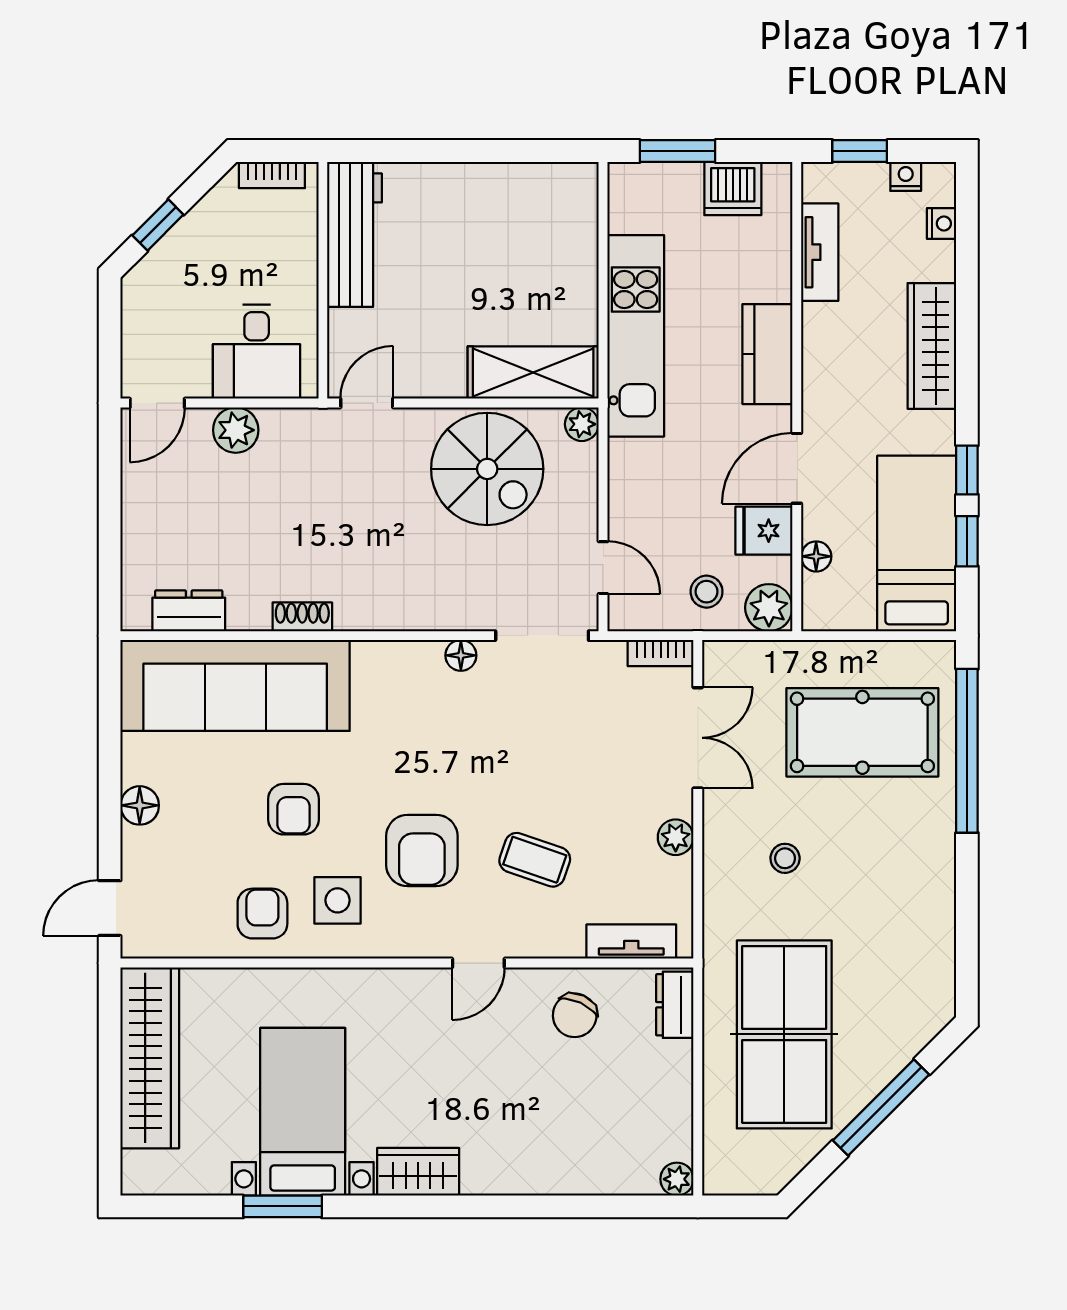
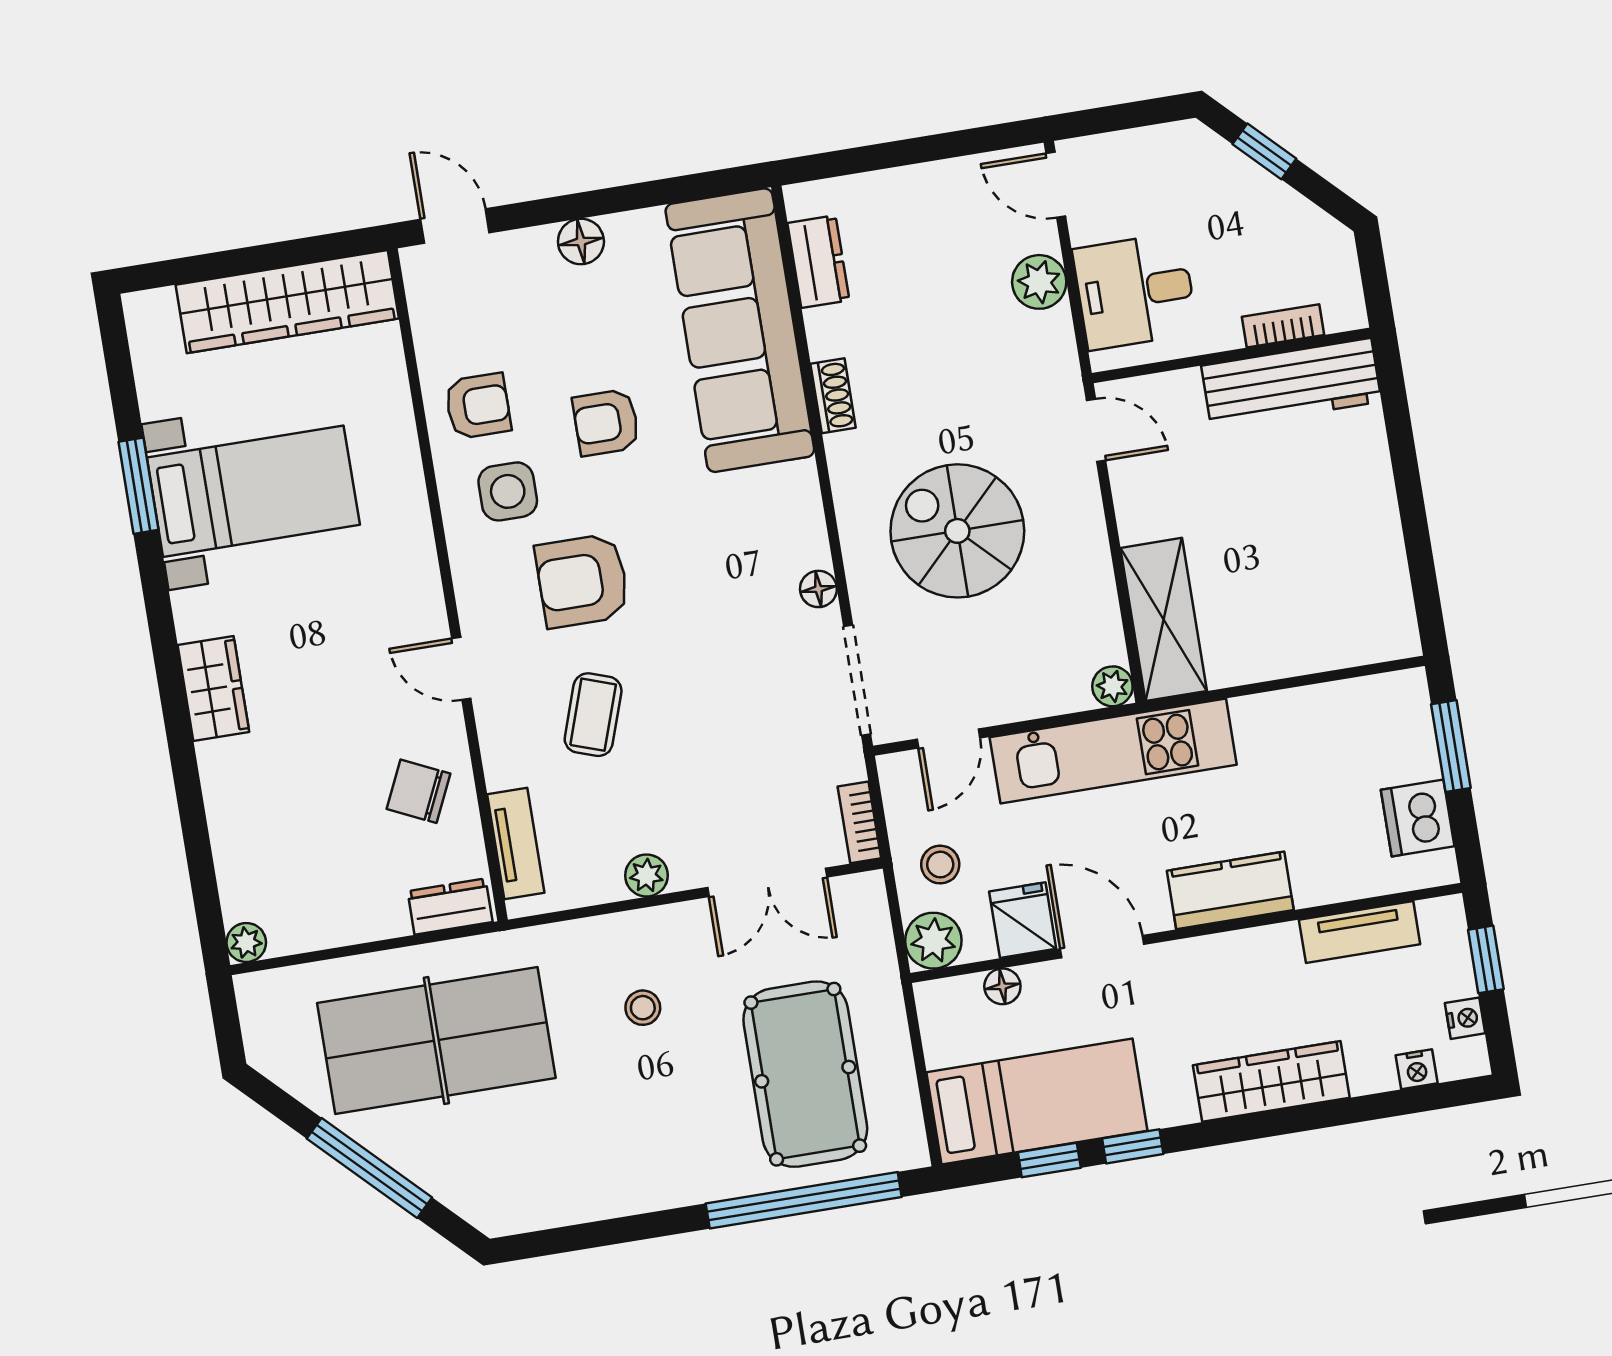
bookcase: (272, 175) -> (1283, 326), moved, turned 90
kitchen unit: (636, 336) -> (1113, 751), moved
spiral stairs: (487, 469) -> (957, 531), moved, turned 90
wardrobe: (418, 1172) -> (213, 688), moved

